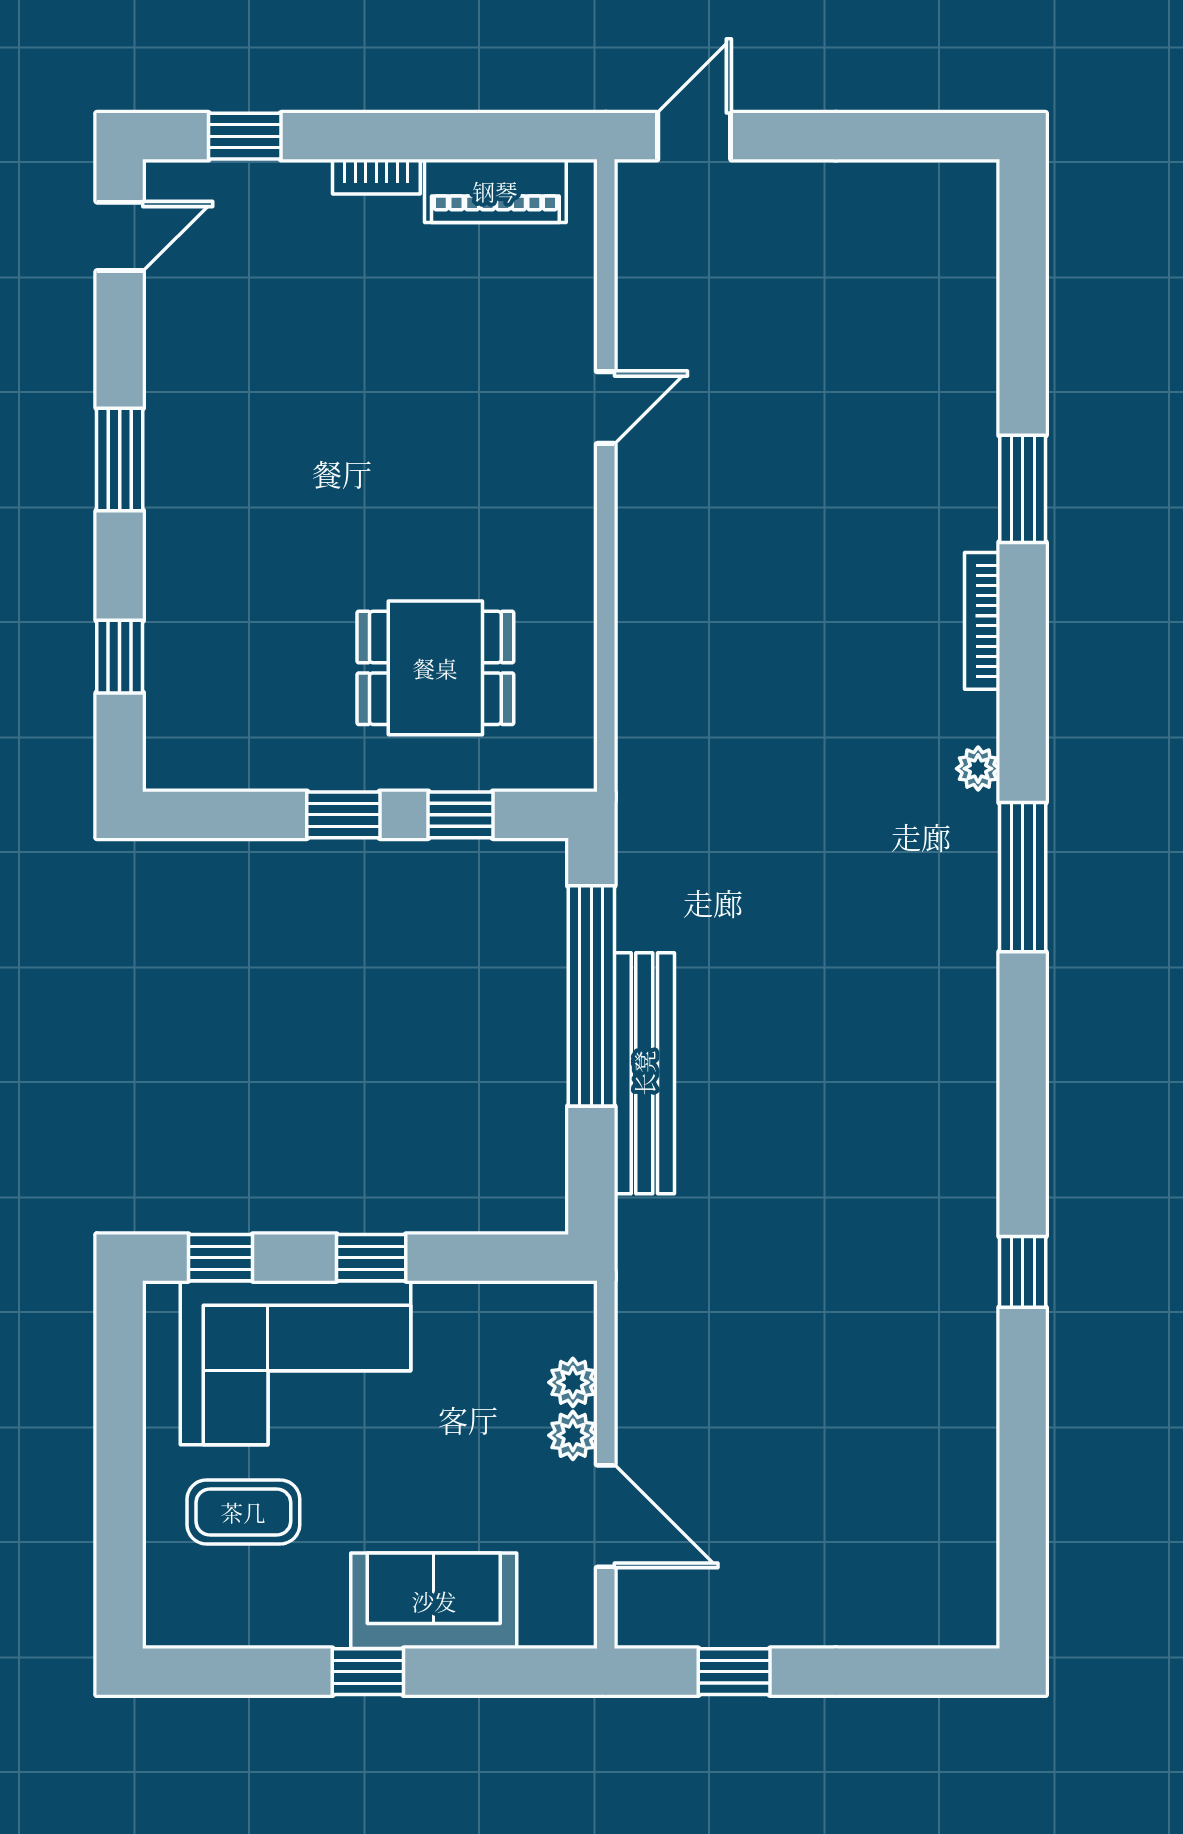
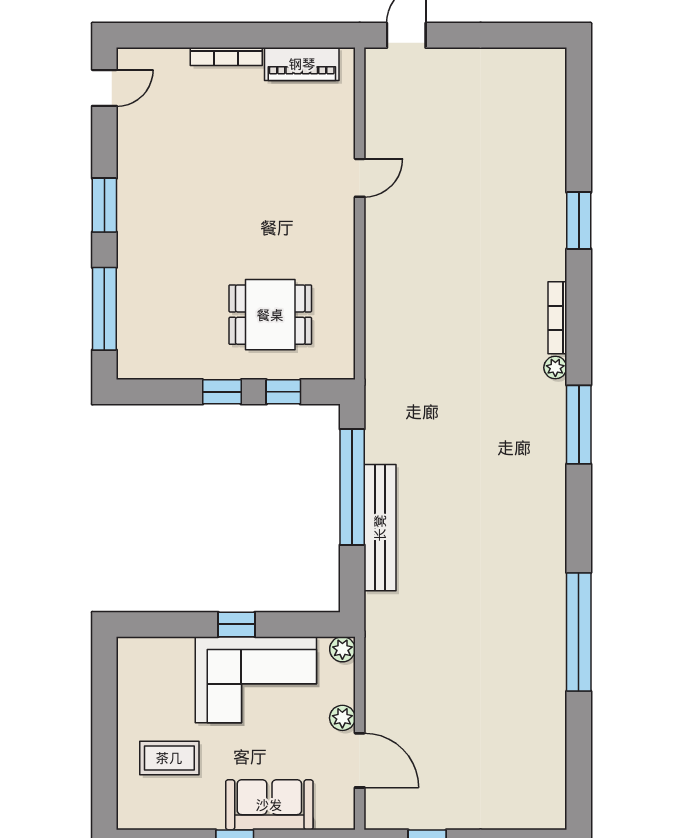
window: (245, 136) -> (170, 35), removed
bookcase: (376, 177) -> (226, 57), width x1.56
bookcase: (982, 621) -> (557, 318), moved
window: (120, 657) -> (104, 309), width x2.17
window: (221, 1258) -> (157, 624), removed
window: (1023, 1272) -> (579, 632), width x3.17
corner sofa: (296, 1363) -> (256, 680), moved
plant: (573, 1382) -> (342, 649), moved

